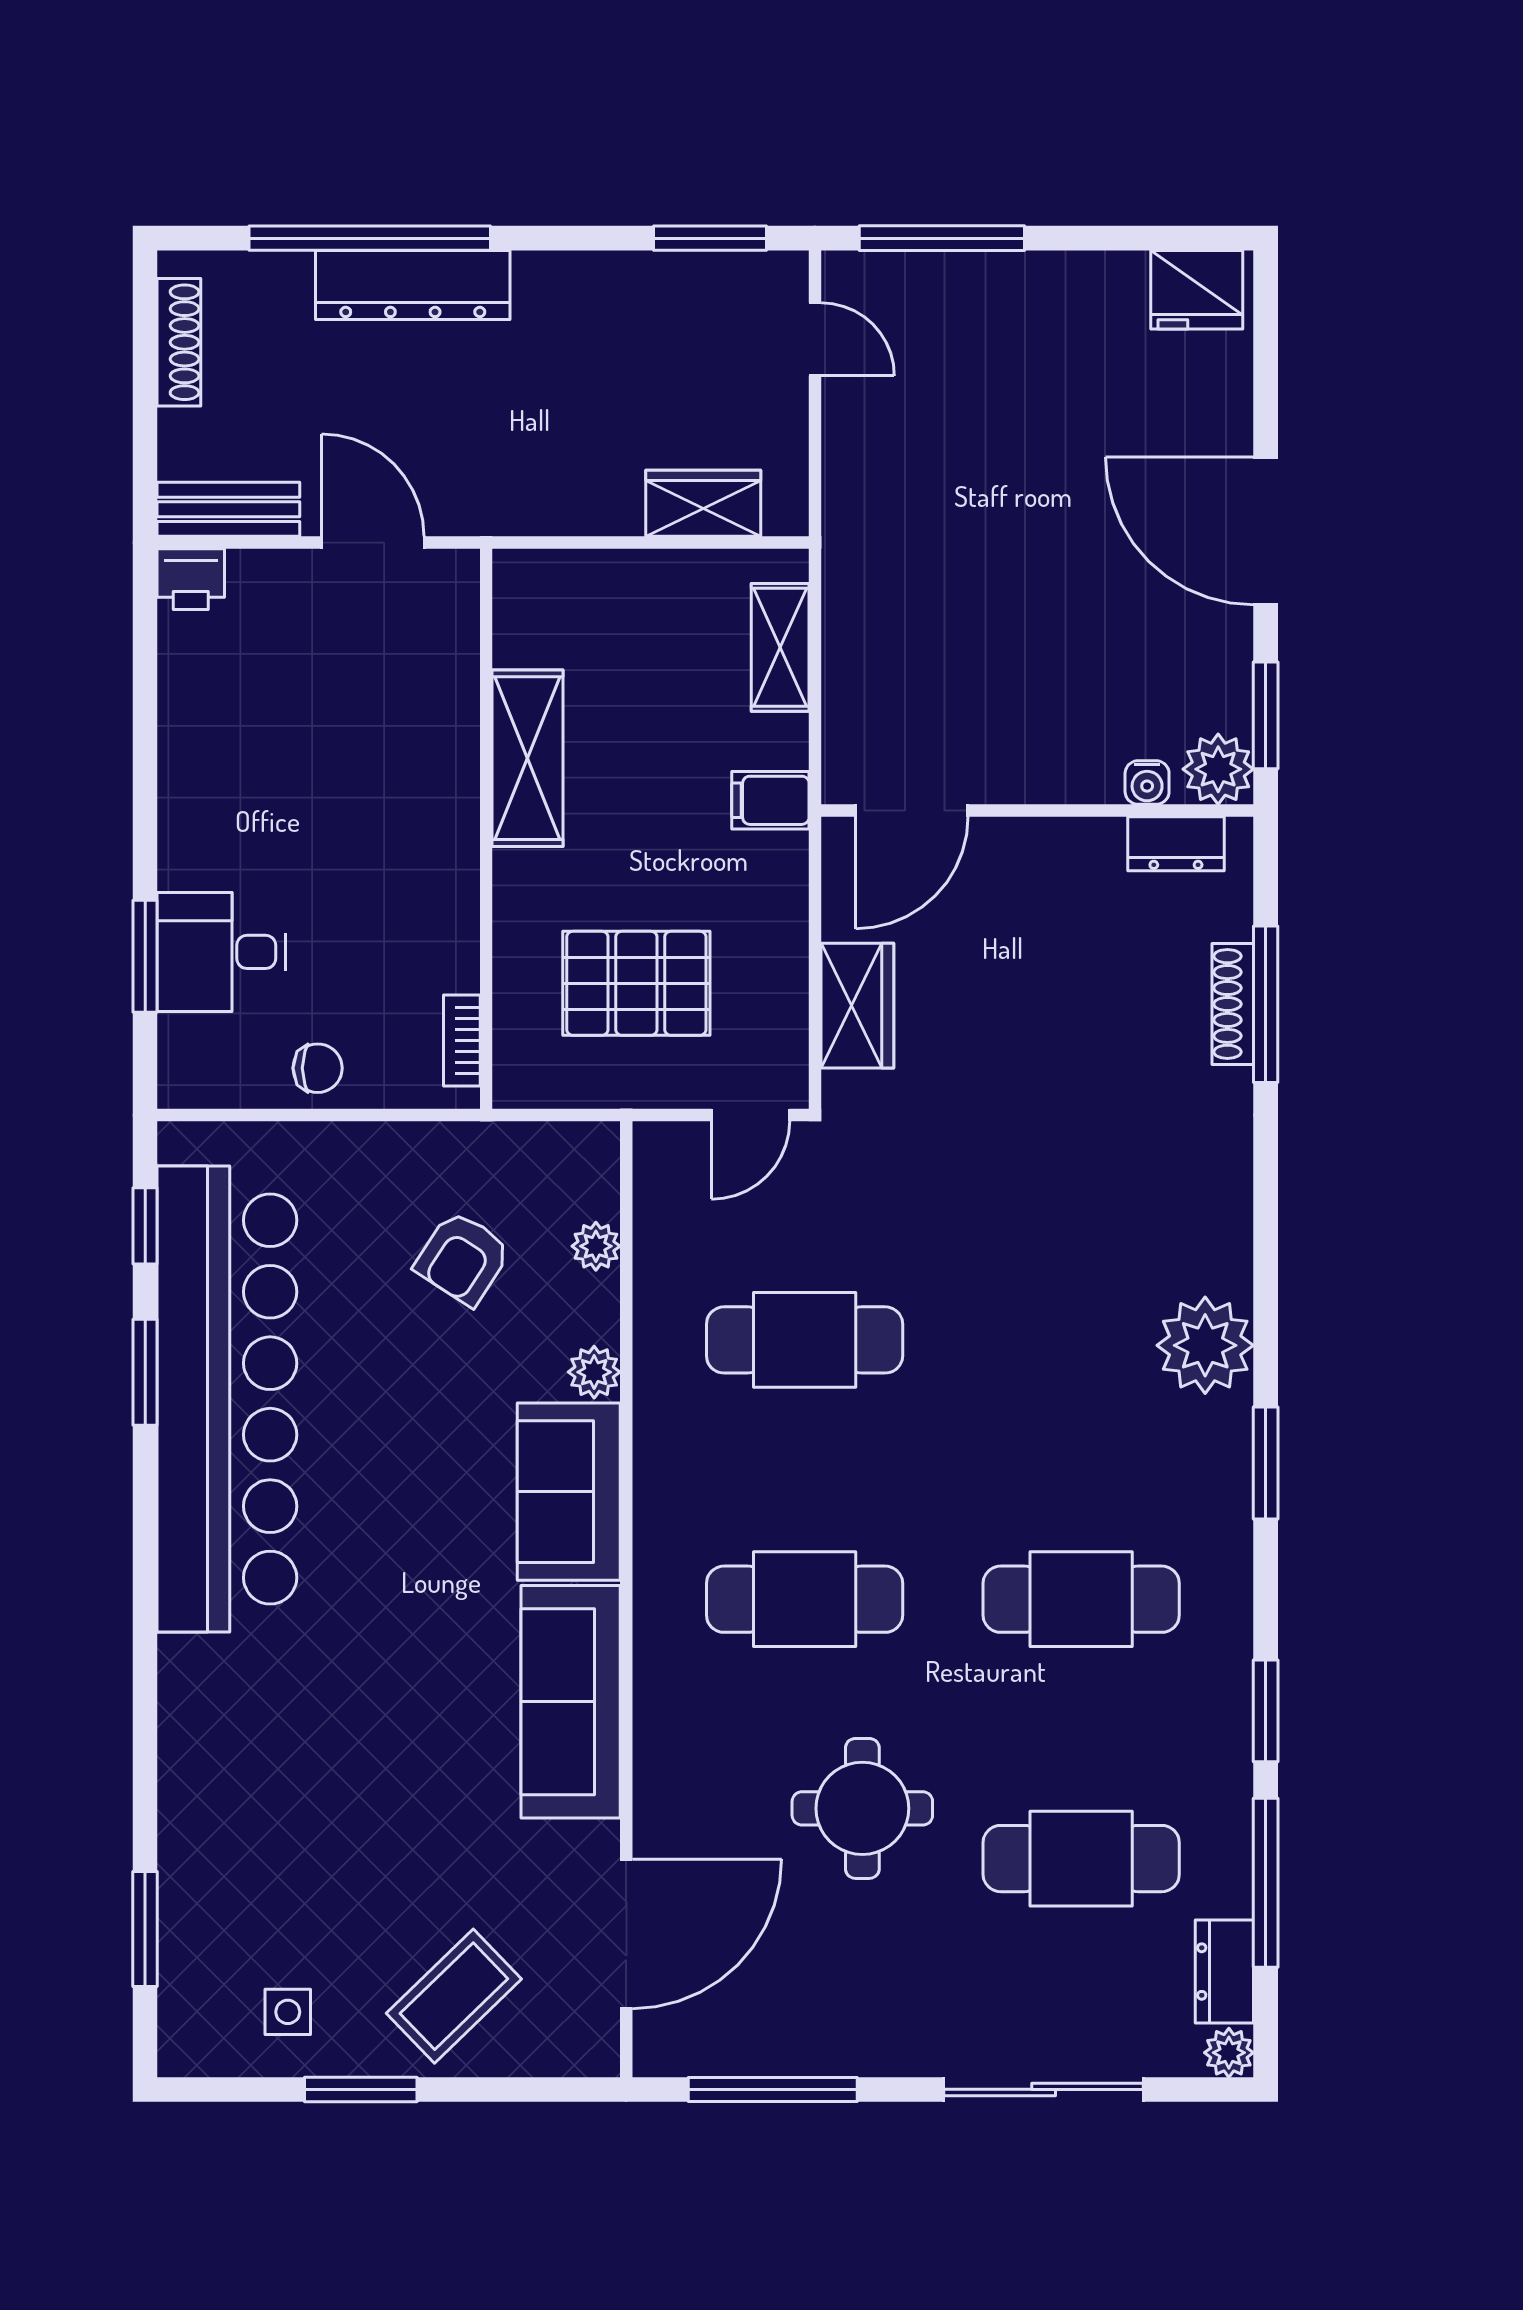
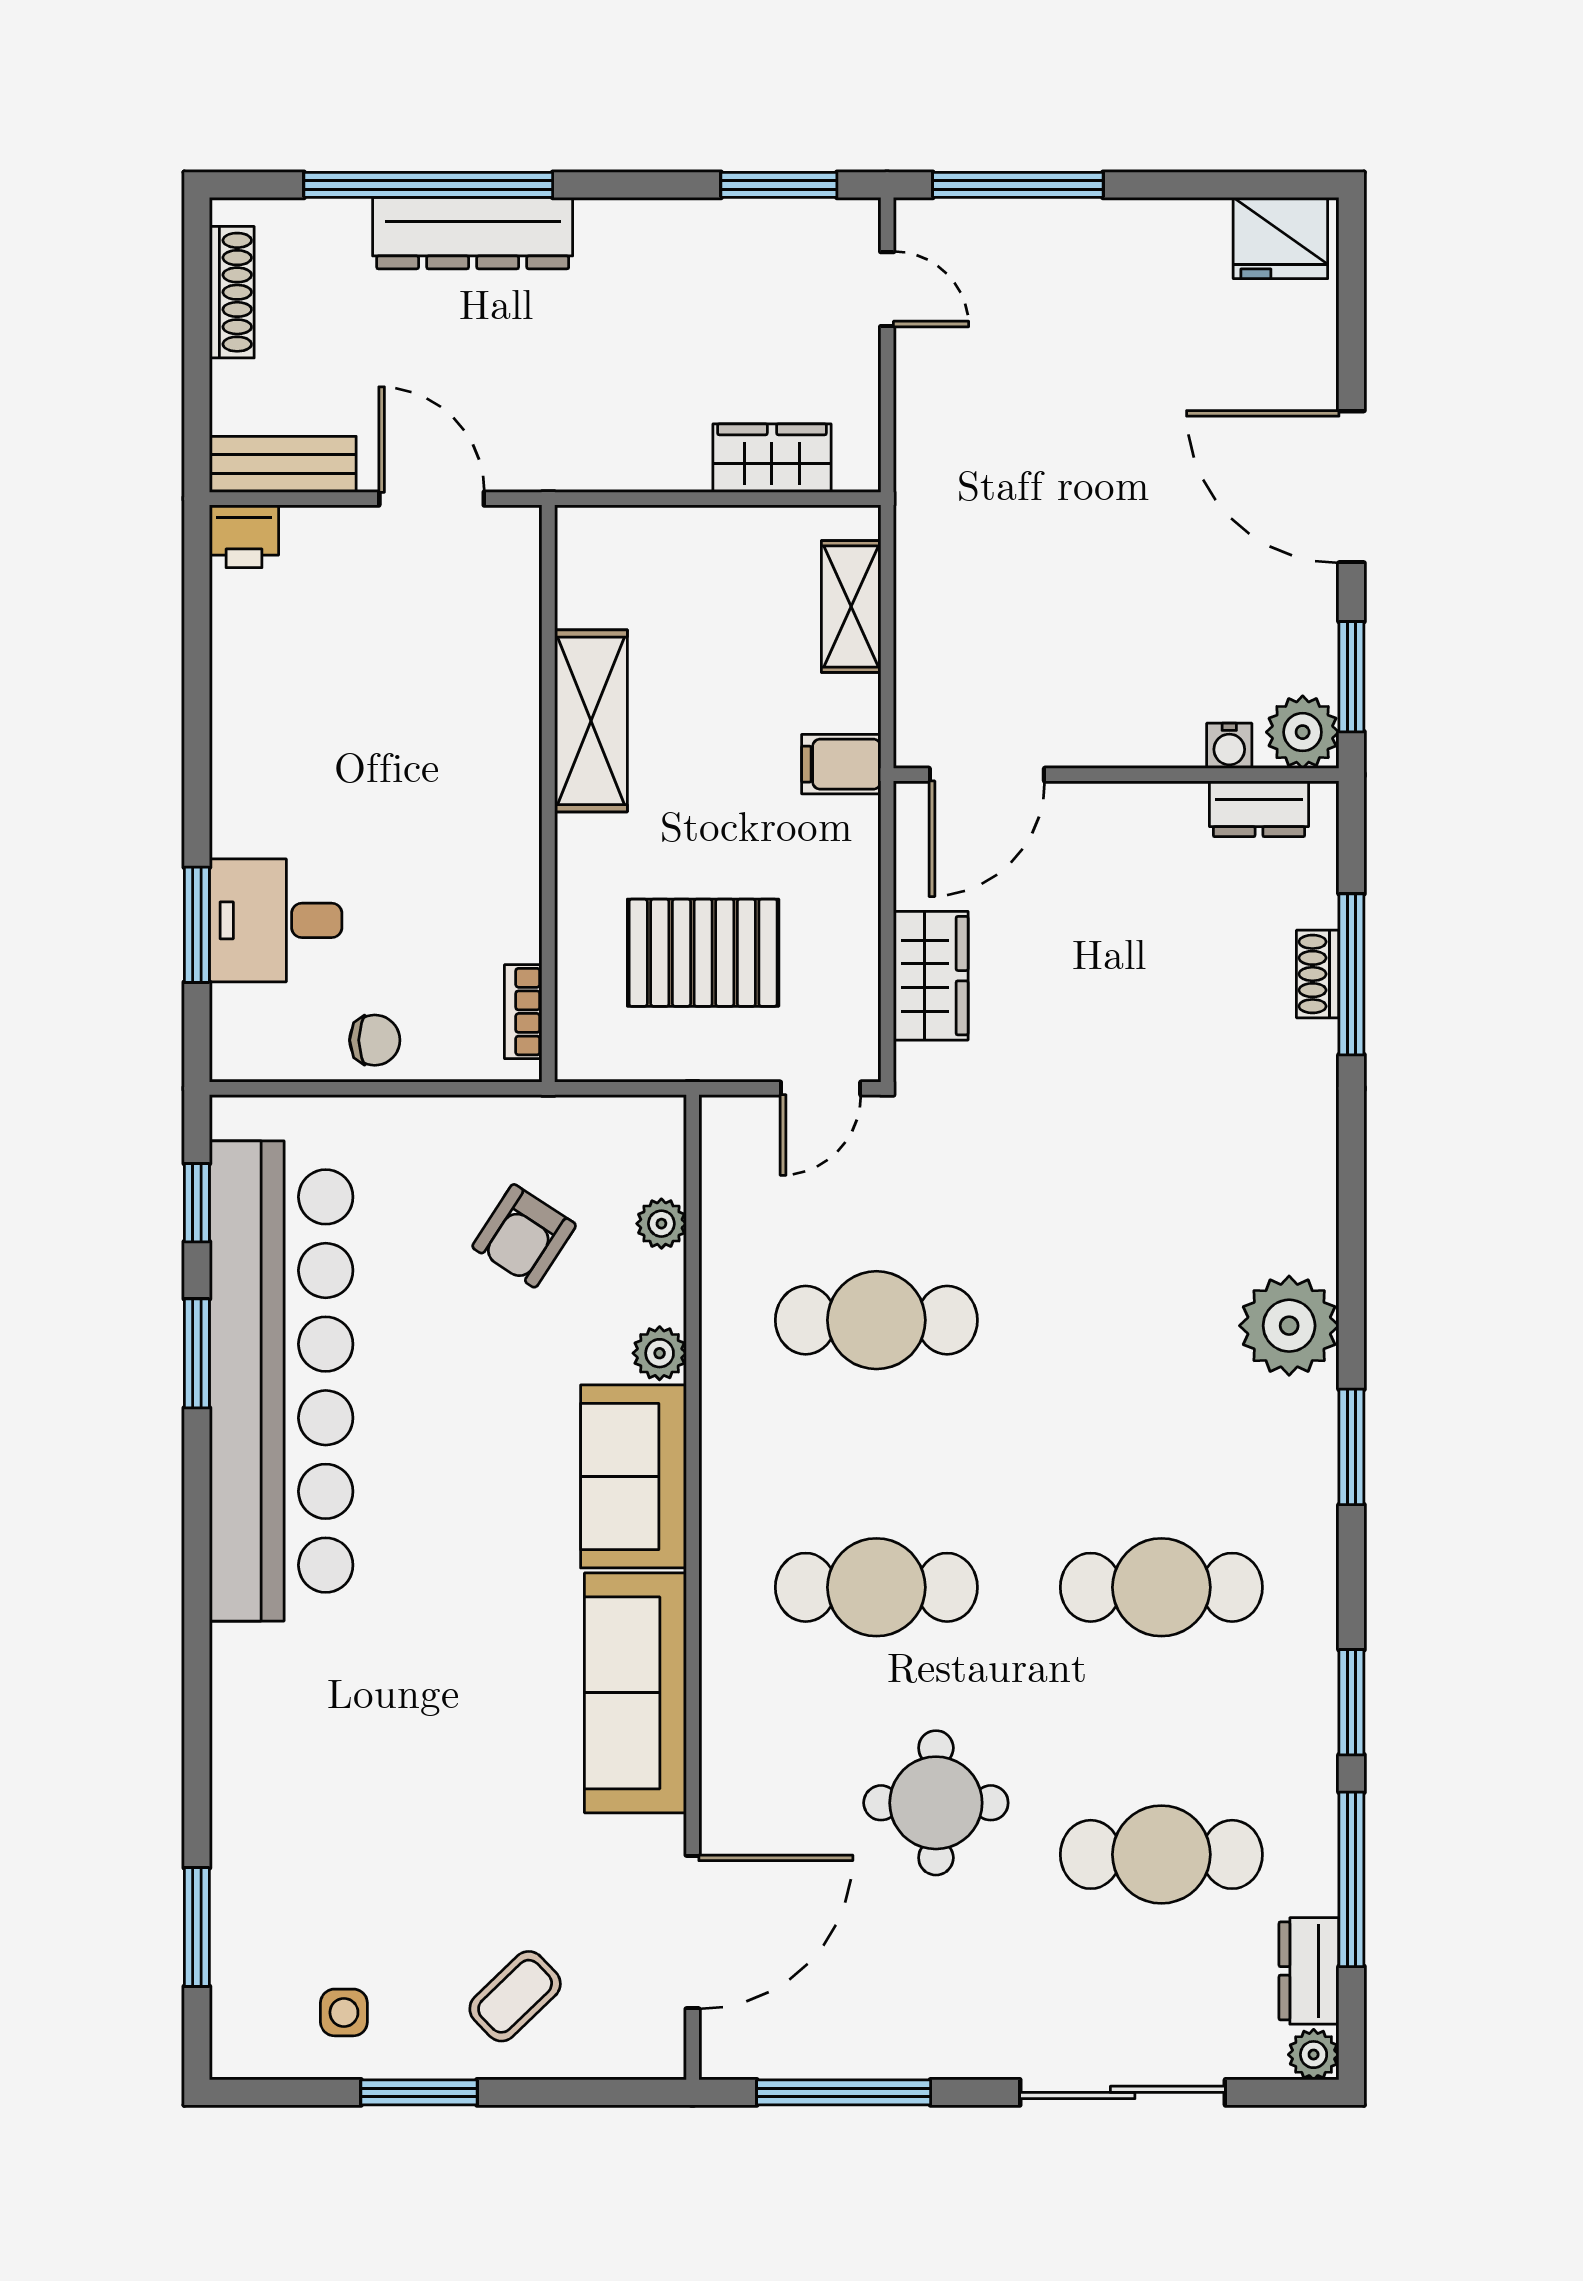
shoe rack: (1233, 1004) -> (1318, 974), width x0.70
coffee table: (454, 1996) -> (515, 1996), width x0.73, depth x0.77

